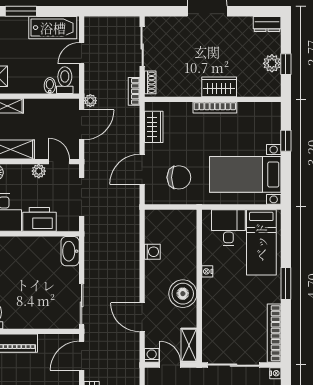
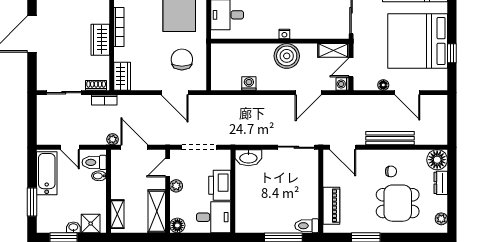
wardrobe: (219, 87) -> (100, 40), moved
wardrobe: (154, 127) -> (122, 76), moved, turned 90
nightstand: (207, 271) -> (284, 34), moved

